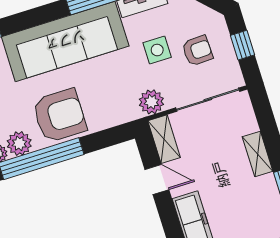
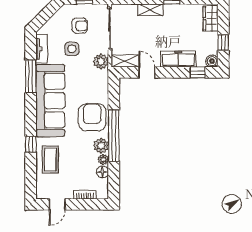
armchair: (197, 51) -> (80, 26), turned 92
door: (157, 180) -> (147, 72), hinge flipped

